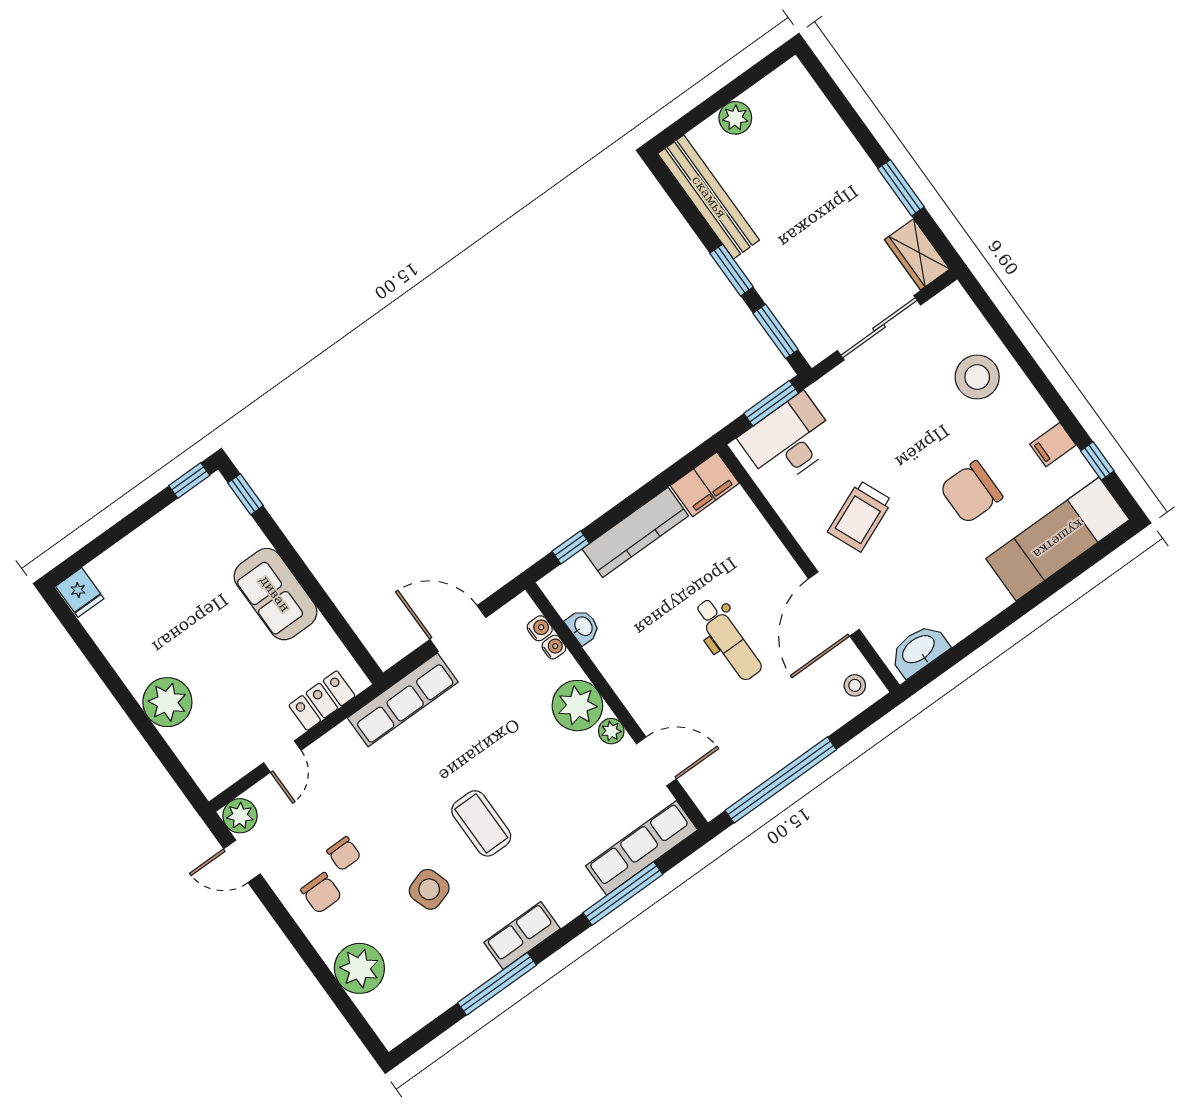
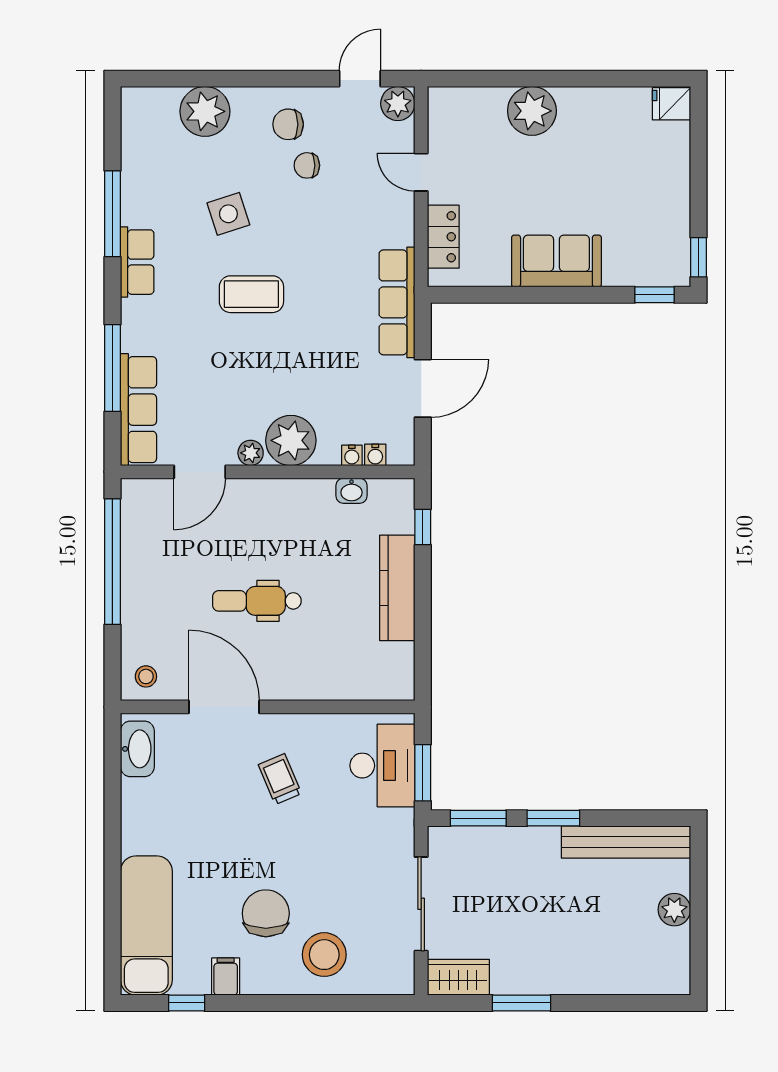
filing cabinet: (705, 484) -> (396, 672), removed
chair: (971, 492) -> (266, 913), moved
trolley: (860, 516) -> (280, 779), width x0.73, depth x0.72

